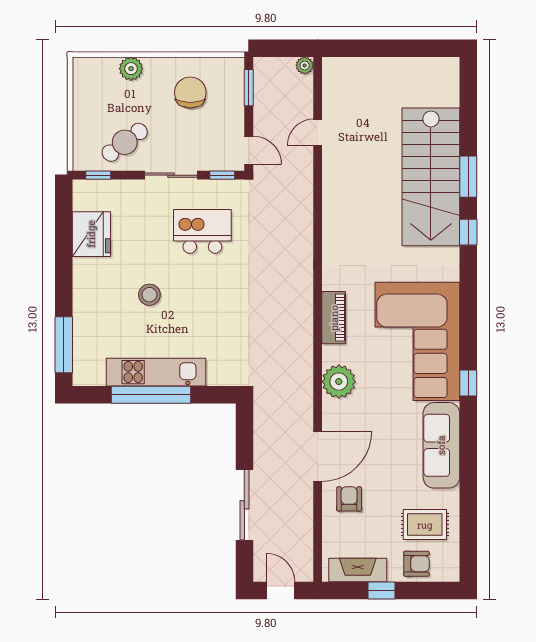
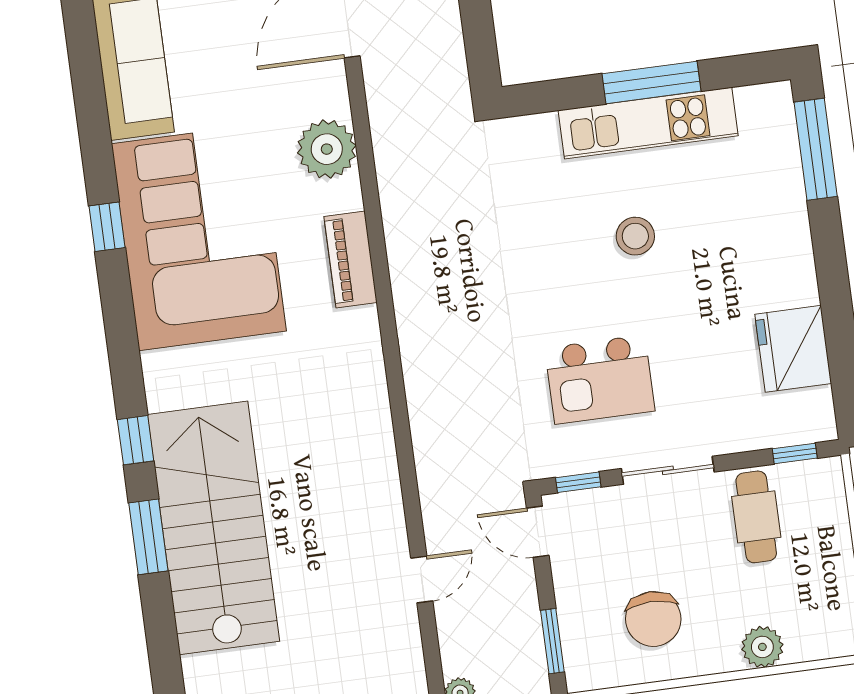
cafe table: (125, 142) -> (756, 517), turned -53
stool: (149, 295) -> (635, 236), moved
window: (468, 383) -> (107, 227), moved
window: (151, 395) -> (651, 82), width x0.68

